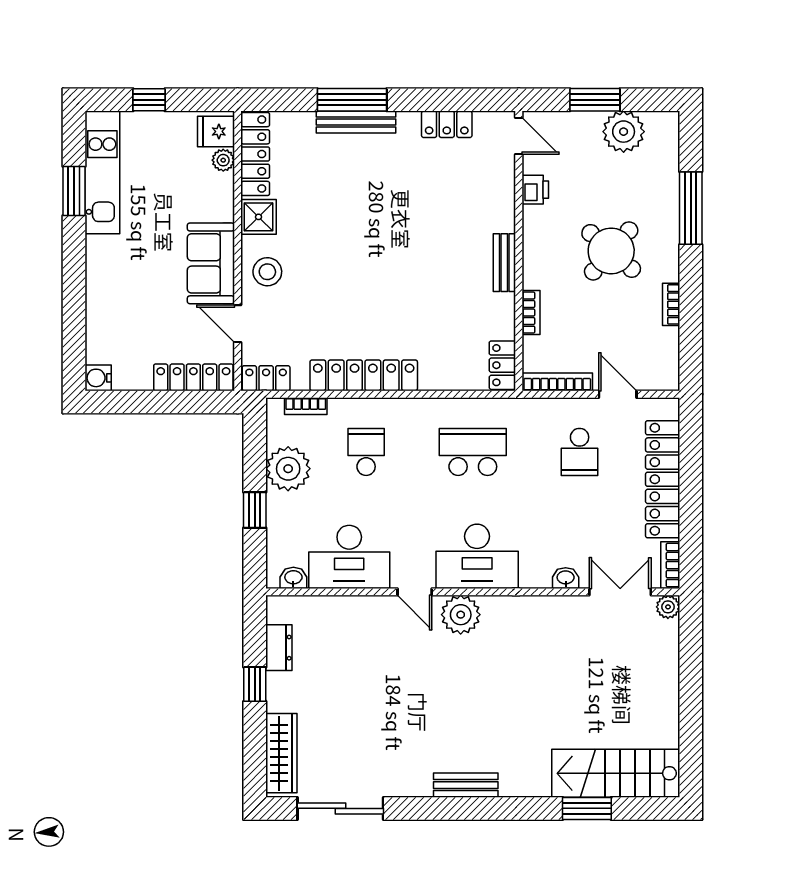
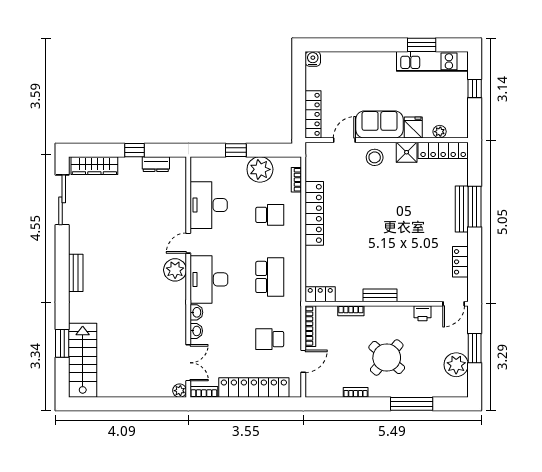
fridge: (216, 131) -> (413, 127), moved
locker: (266, 378) -> (313, 157), removed
washbasin: (293, 578) -> (196, 312), moved

